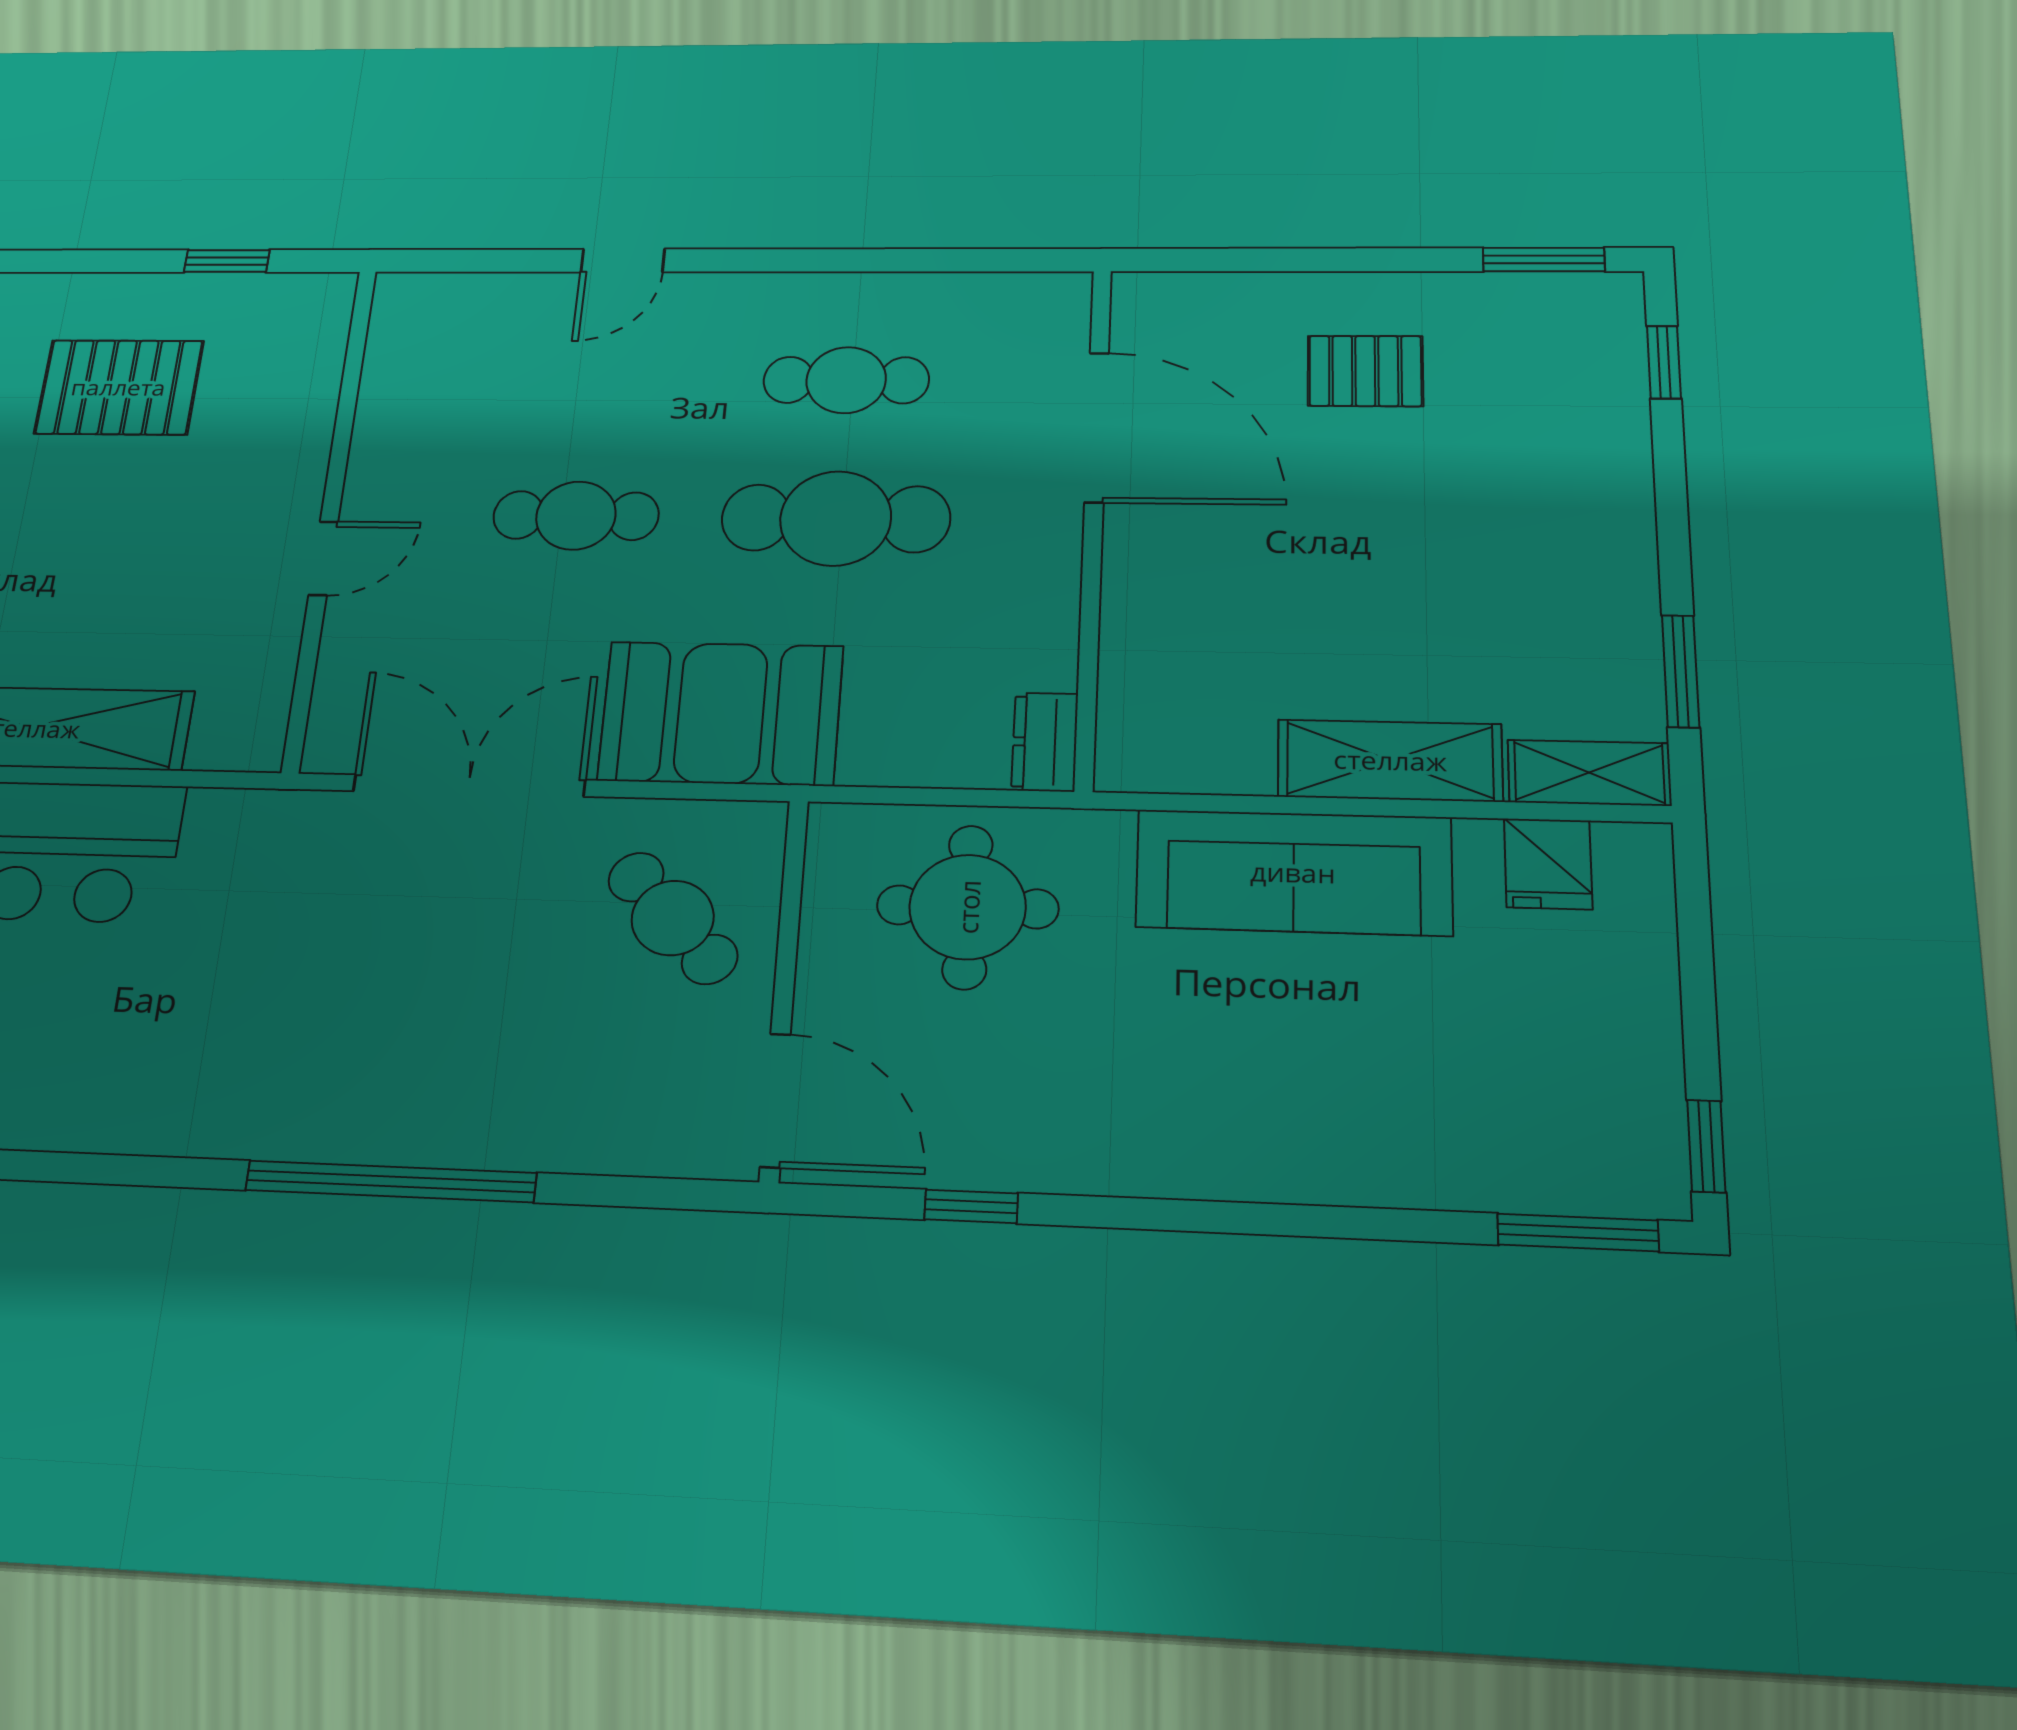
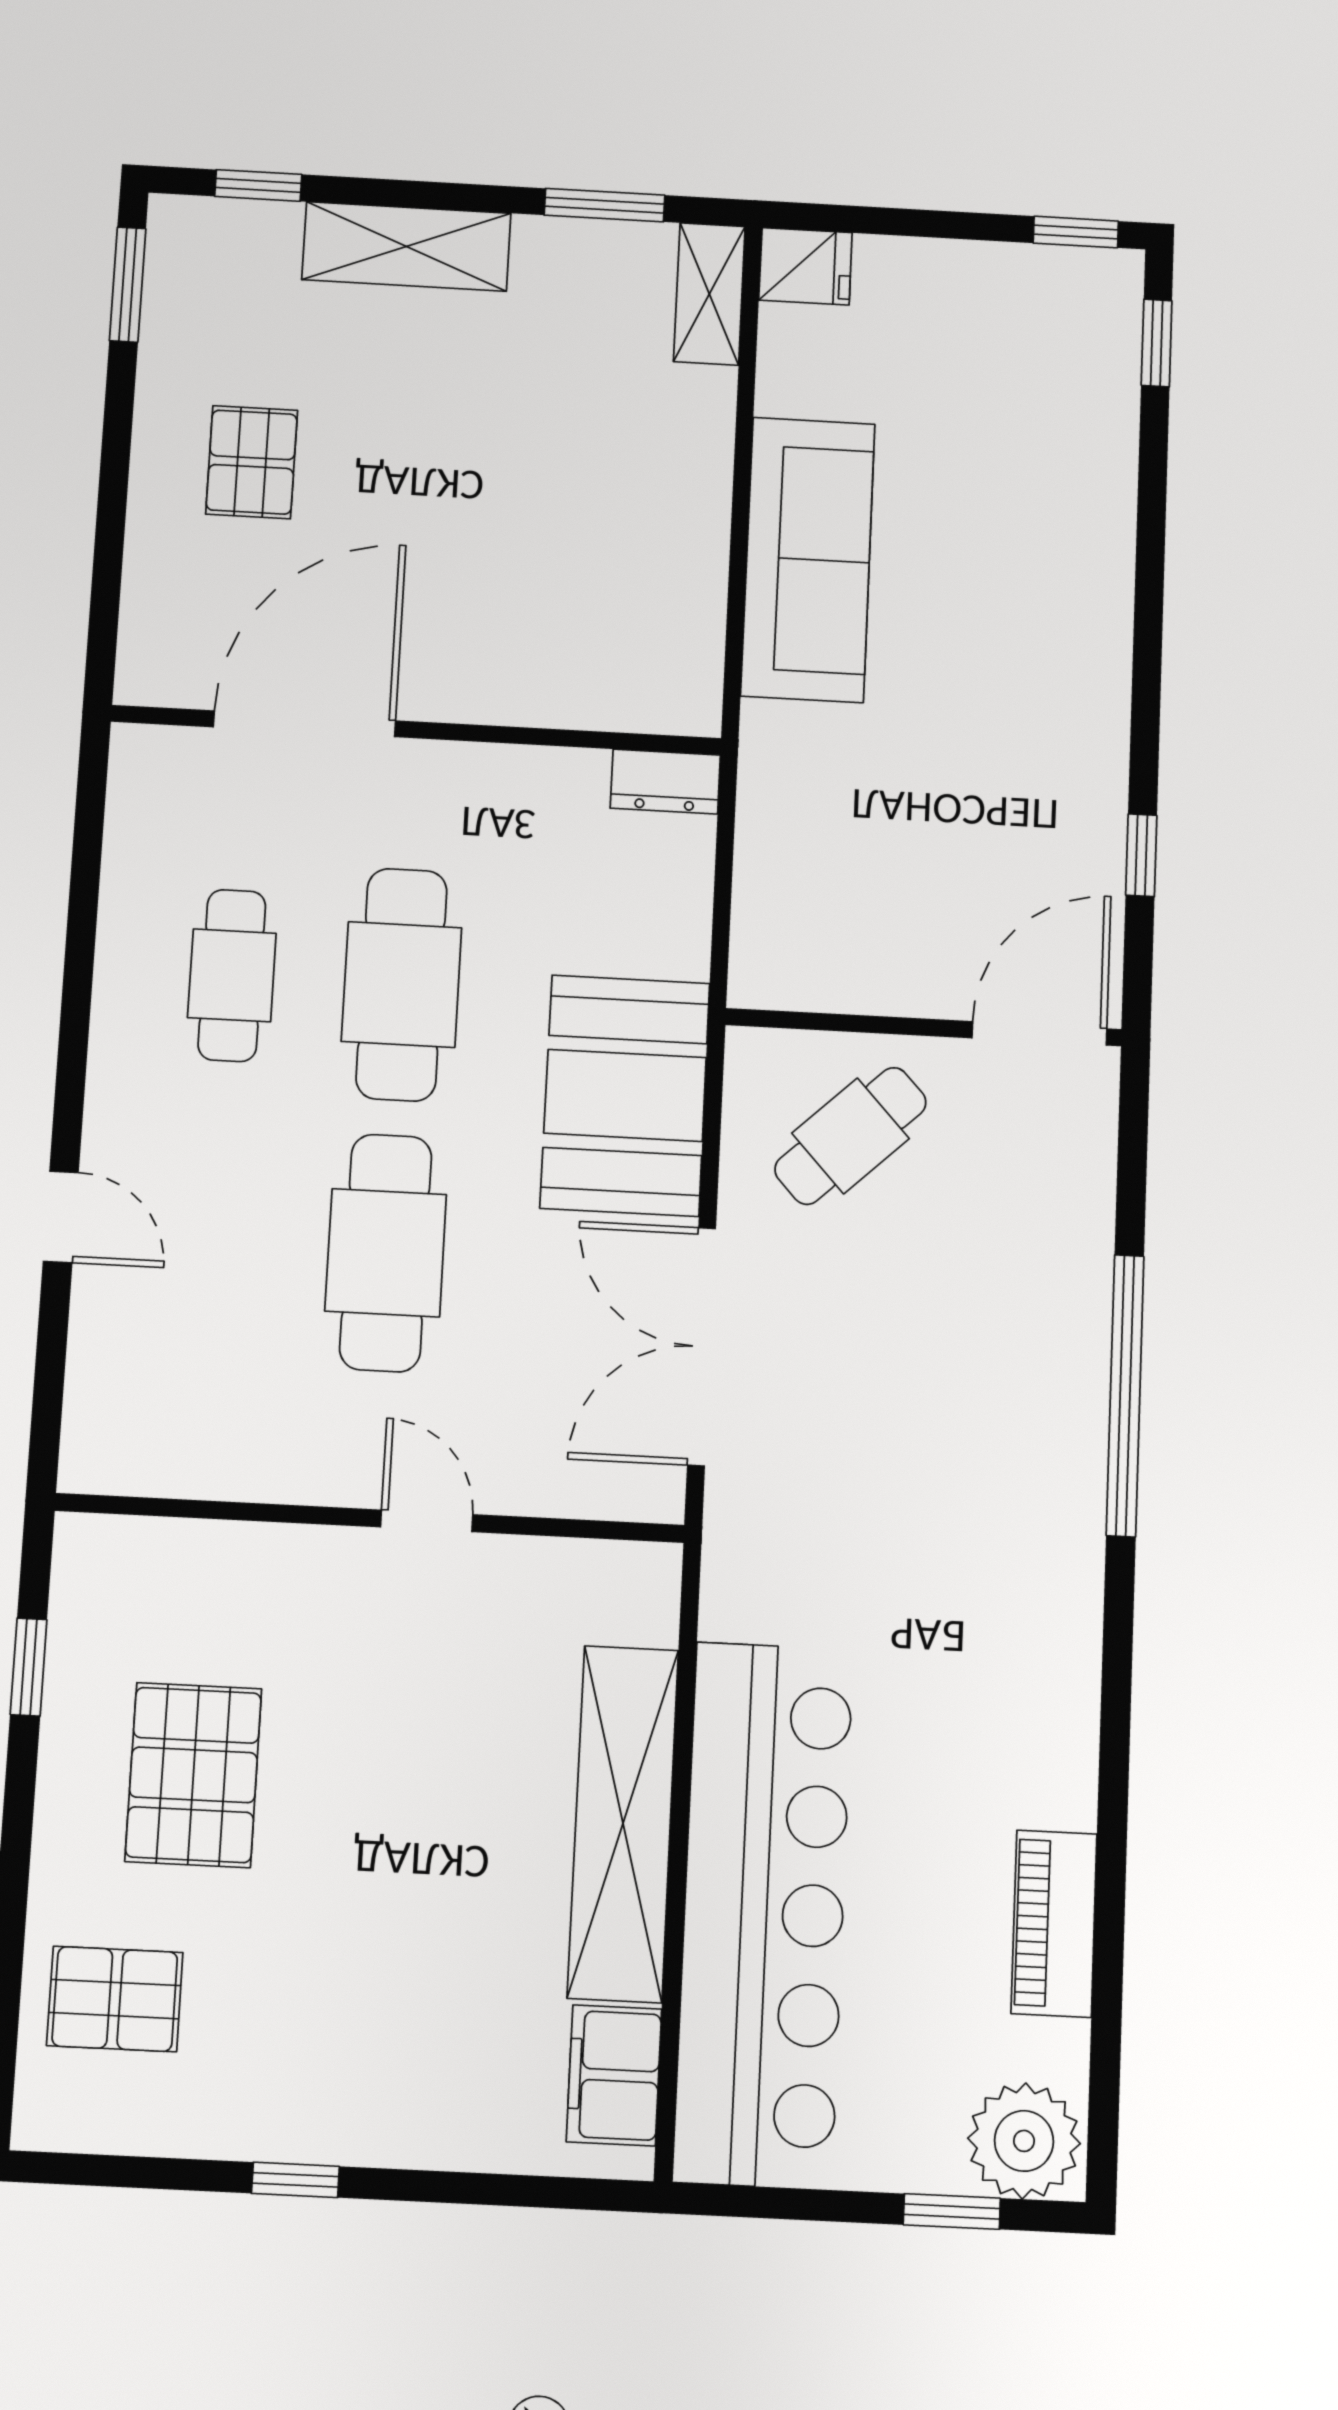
cafe table: (576, 516) -> (386, 1253), width x1.37, depth x1.35
shelving: (1390, 760) -> (406, 246), moved, turned 90
fridge: (1548, 864) -> (805, 266), moved
round table: (968, 907) -> (841, 856), removed
window: (1578, 1233) -> (1157, 343), width x0.67

